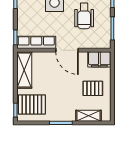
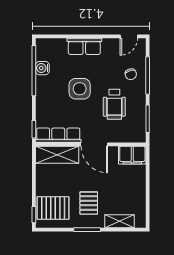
shelving: (24, 70) -> (57, 155), moved, turned 90
pallet: (93, 88) -> (89, 203), moved, turned 90

